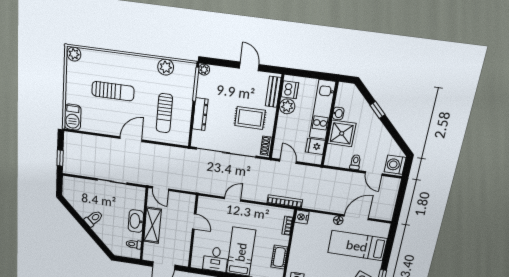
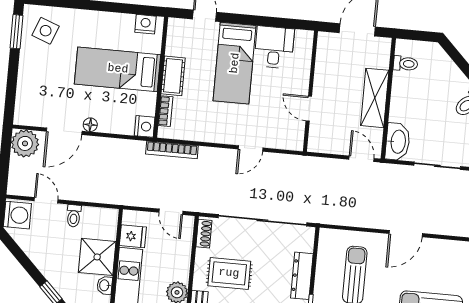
plant: (384, 211) -> (25, 143), added
washbasin: (136, 221) -> (398, 142), moved
bed: (357, 246) -> (118, 69), moved, turned 180
cot: (279, 257) -> (173, 76), moved

